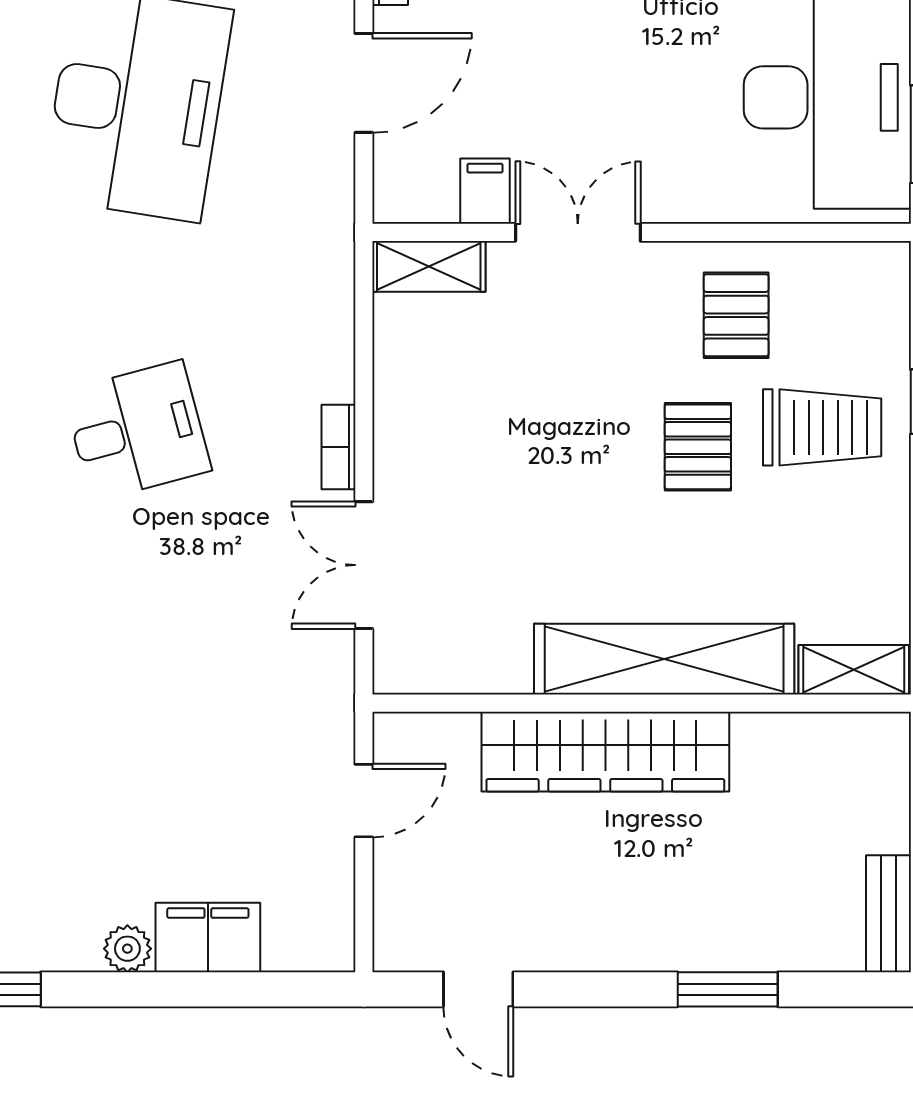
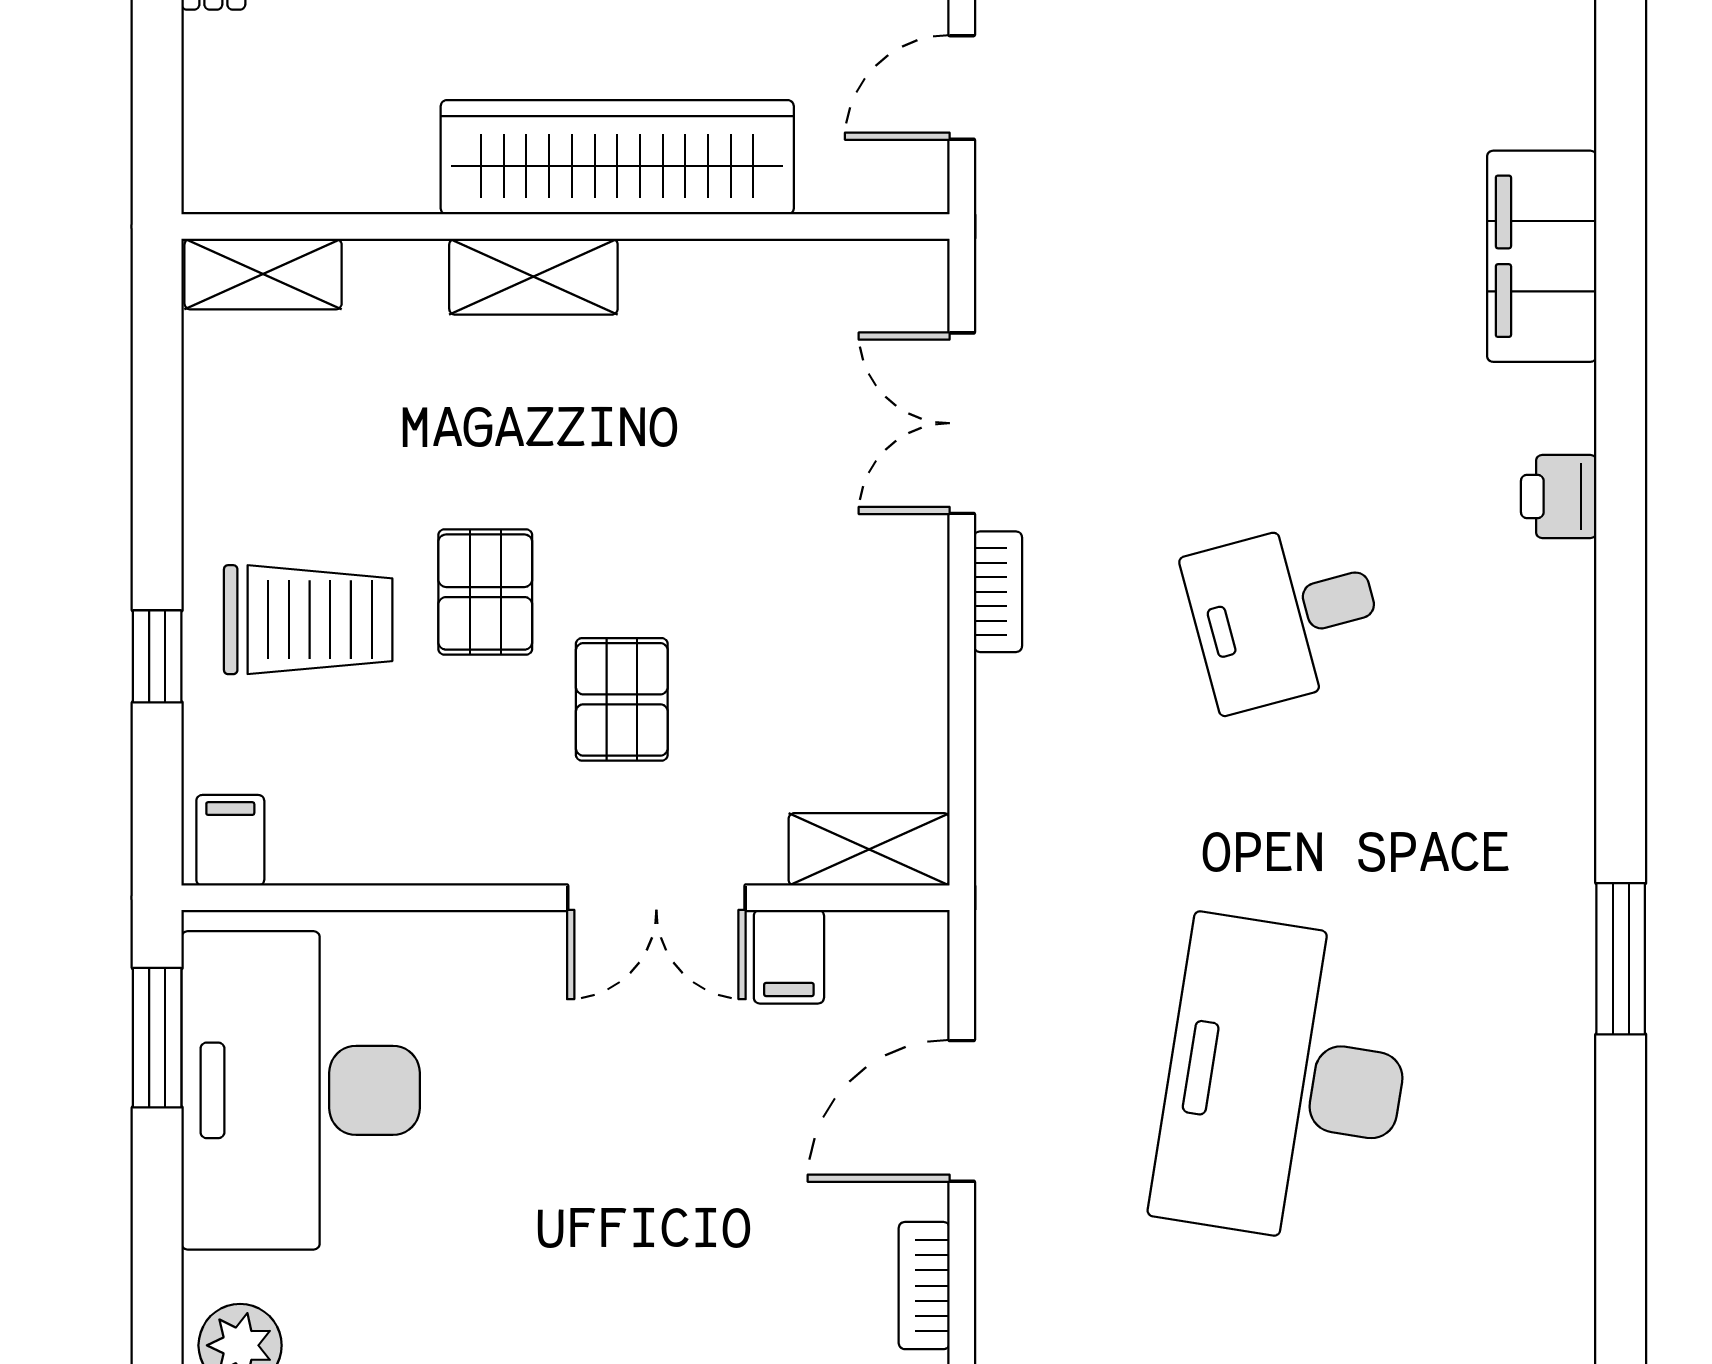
filing cabinet: (877, 273) -> (230, 840), added
pallet: (736, 315) -> (622, 699), moved
trolley: (822, 427) -> (308, 620), turned 180
double door: (364, 565) -> (962, 423), swing flipped
shelving: (664, 659) -> (533, 277), width x0.45, depth x0.75

